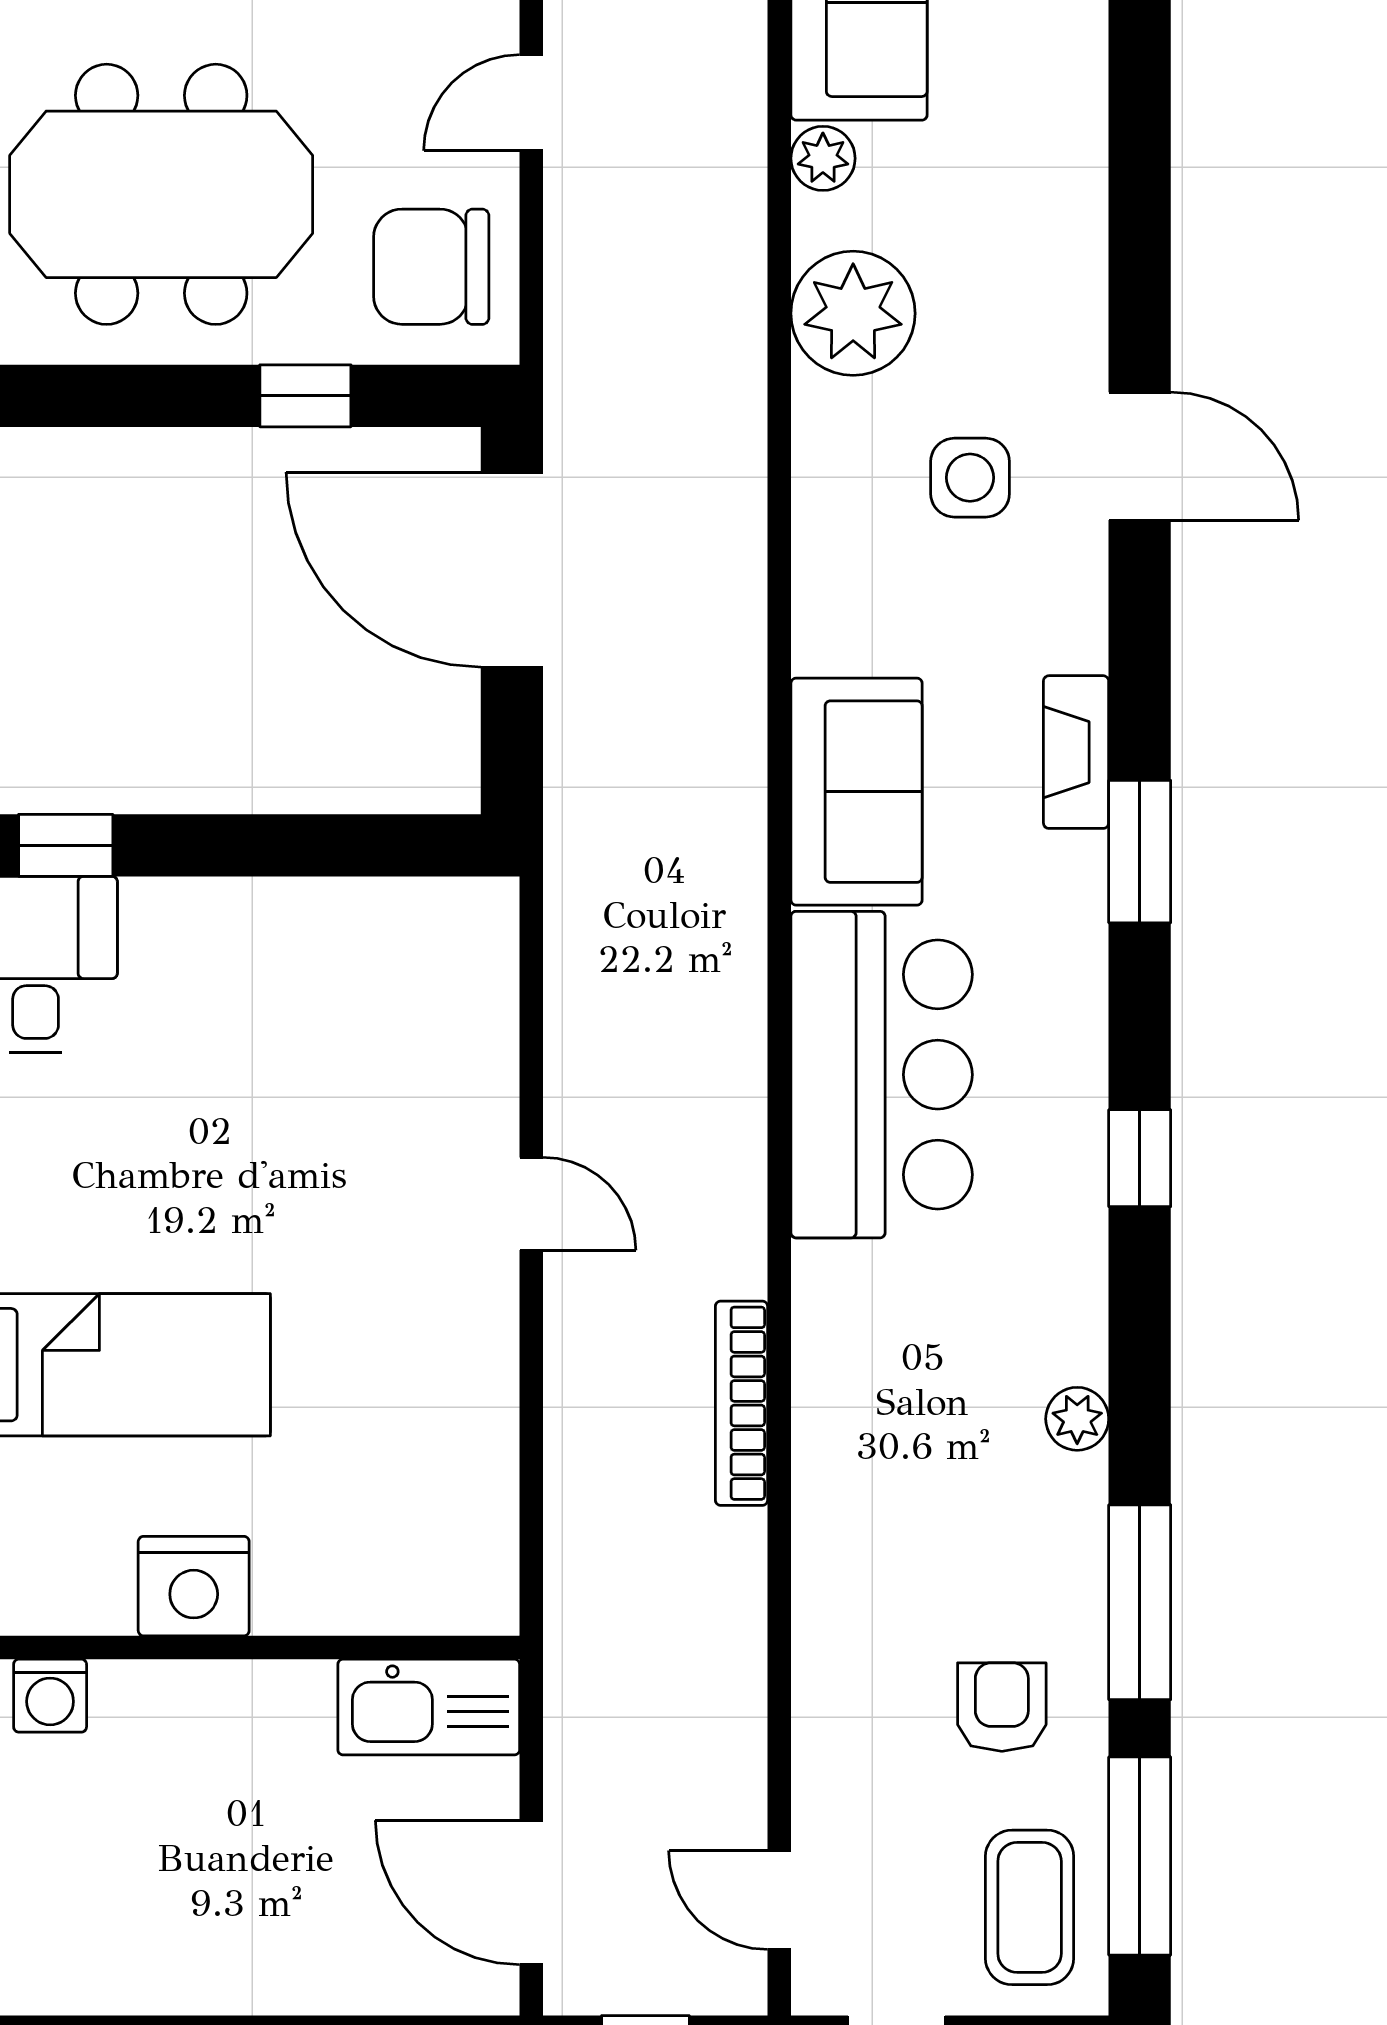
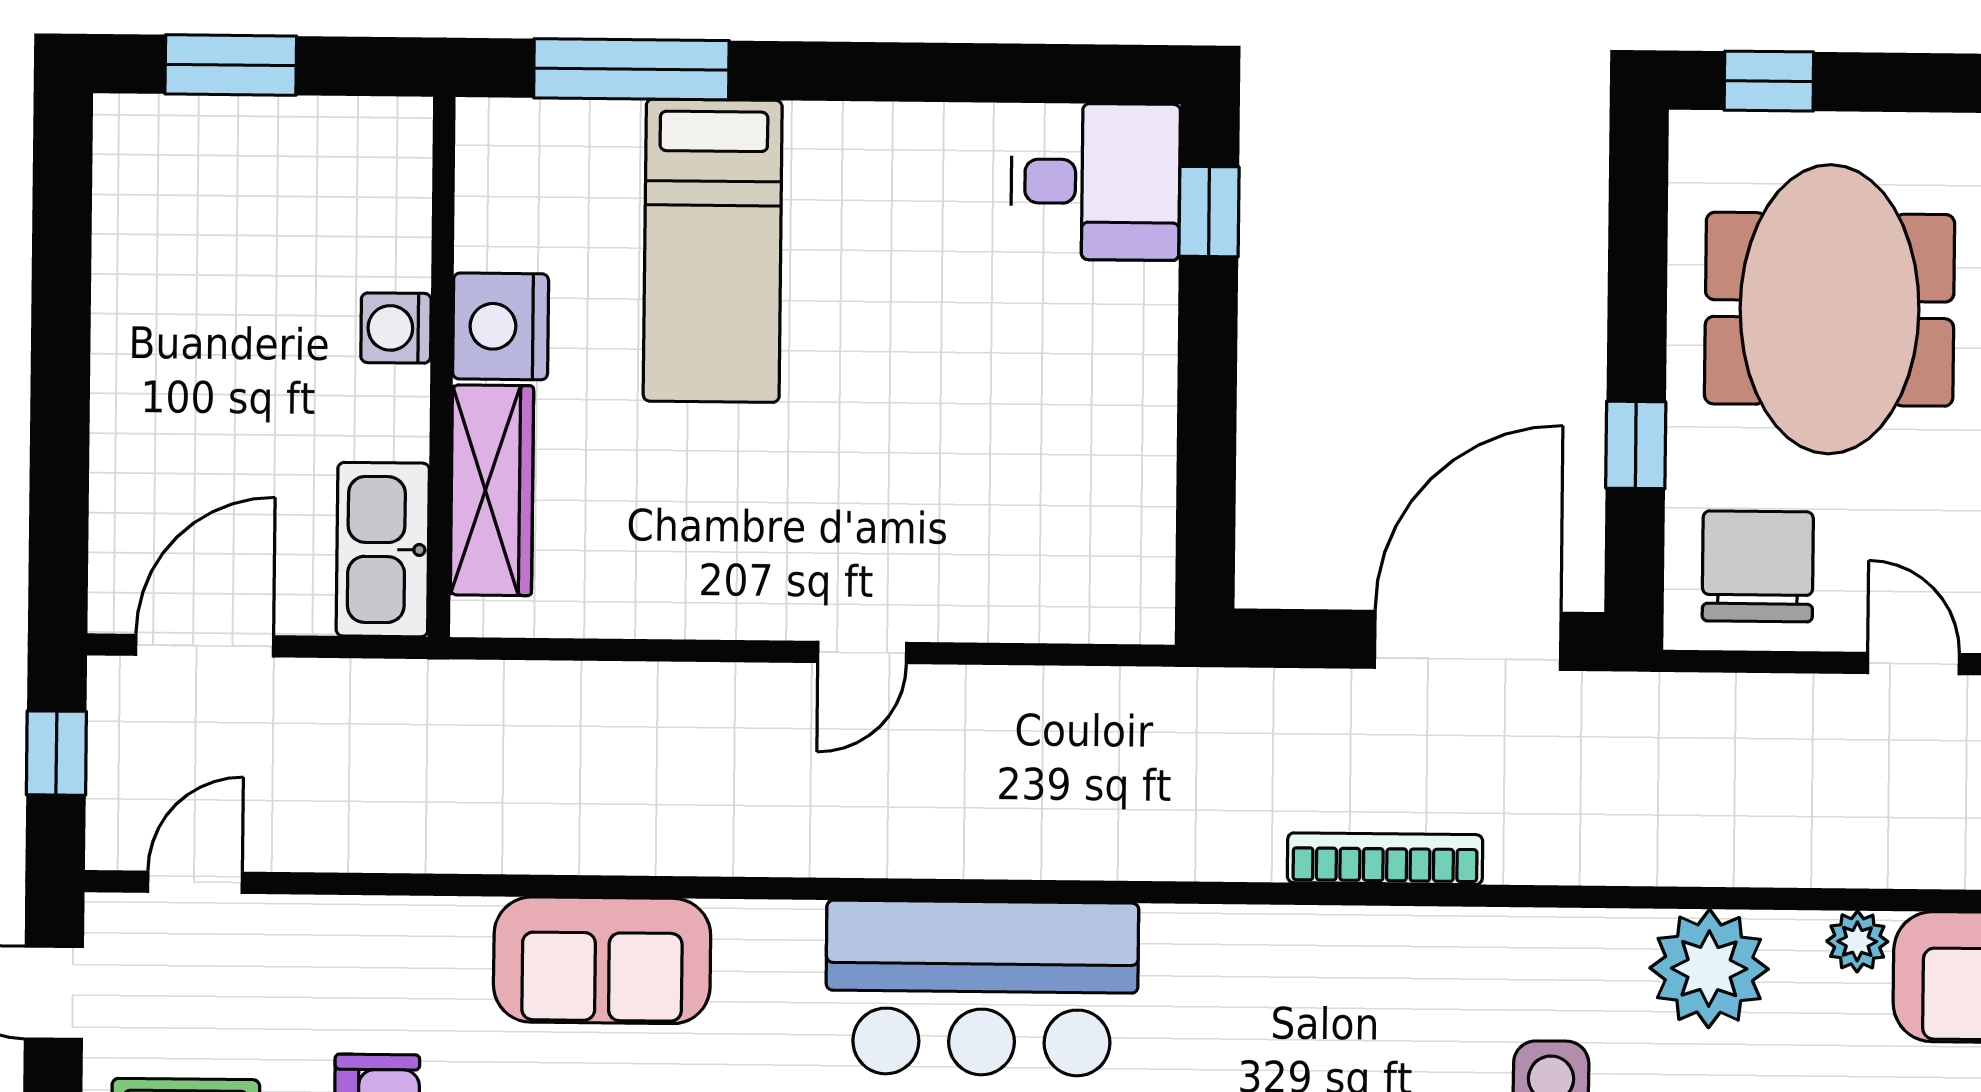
sofa: (857, 792) -> (602, 960), moved
bookcase: (742, 1403) -> (1385, 859), moved
wardrobe: (365, 1593) -> (492, 490), added
washing machine: (50, 1696) -> (396, 328), moved

